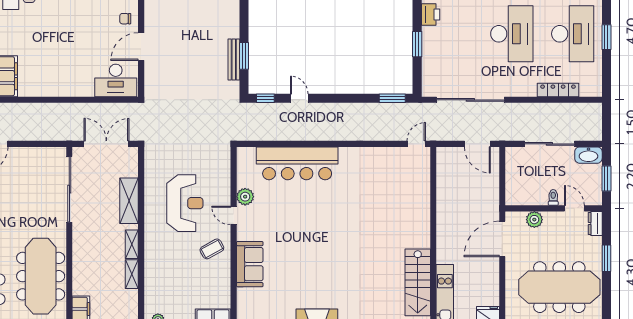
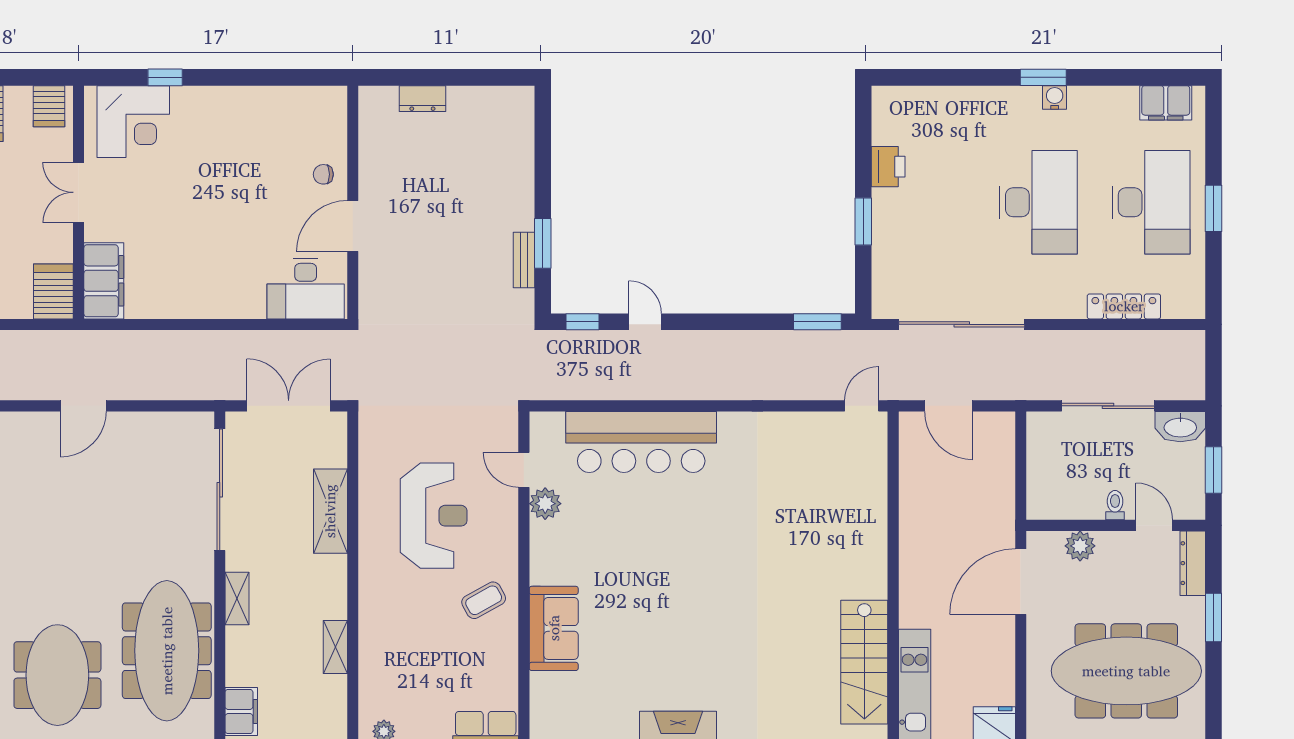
bench: (234, 60) -> (524, 260), width x0.73
door: (477, 144) -> (949, 406), moved
door: (234, 215) -> (524, 470), moved
dresser: (595, 224) -> (1193, 563), width x1.44
shelving: (132, 244) -> (237, 598), moved

